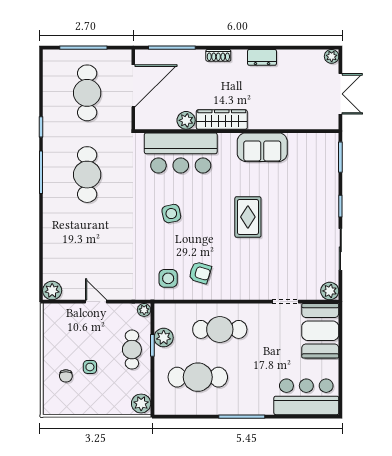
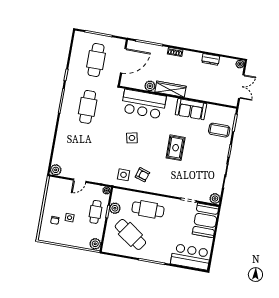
dresser: (262, 57) -> (211, 59), moved
coffee table: (316, 174) -> (219, 130), added
door: (96, 302) -> (80, 181), swing flipped
cafe table: (198, 377) -> (130, 234), turned 35

